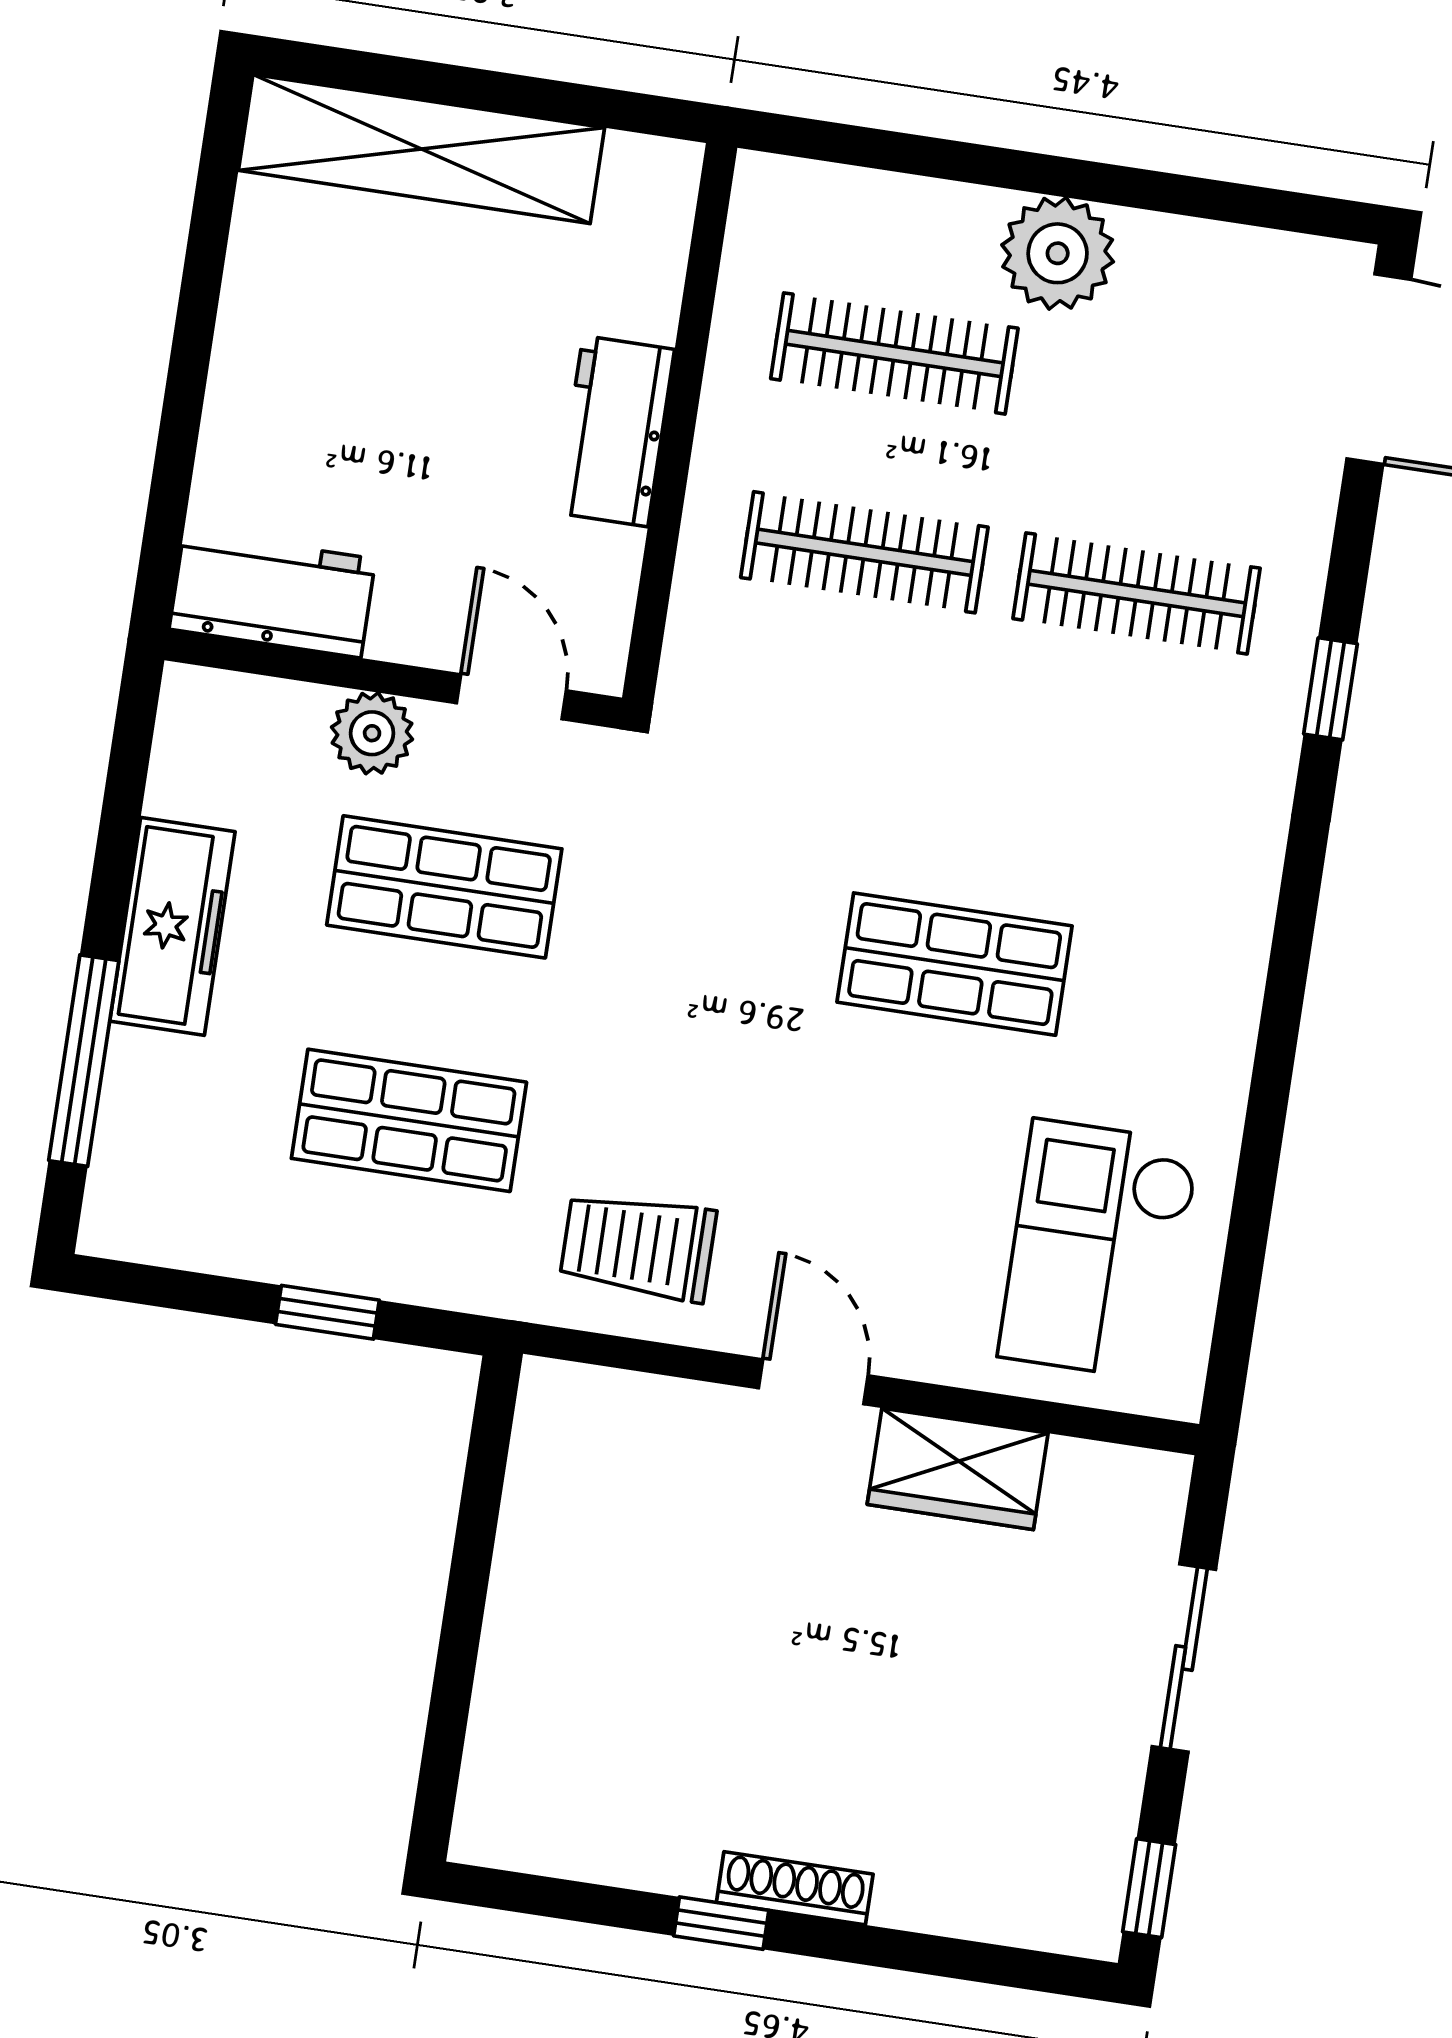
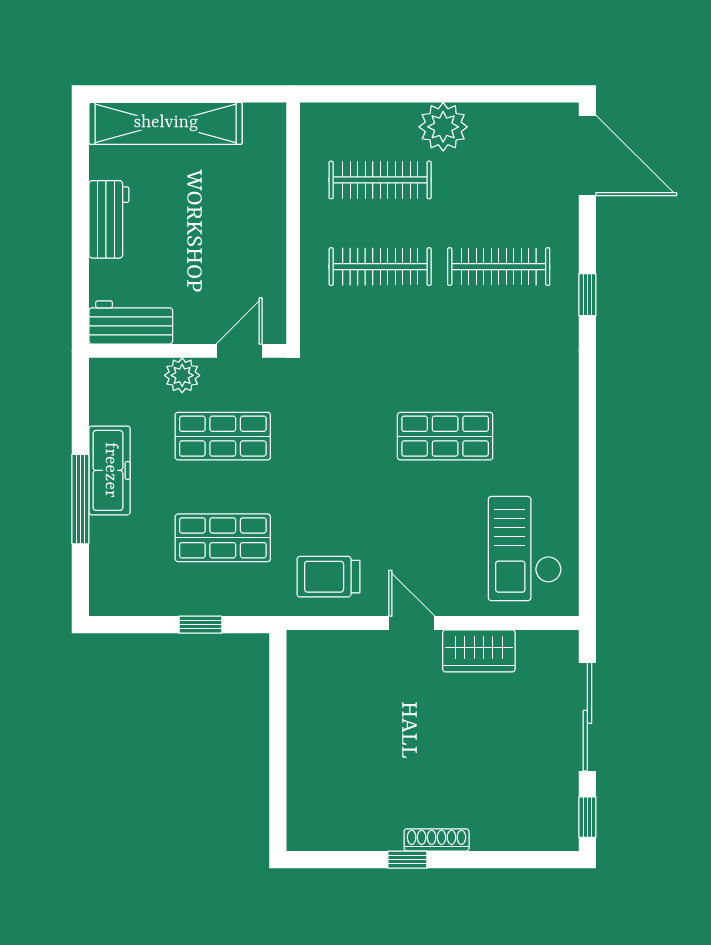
workbench: (615, 431) -> (109, 219), moved, turned 180
door: (511, 697) -> (239, 351), hinge flipped
window: (84, 1061) -> (80, 499), moved
sliding door: (1184, 1658) -> (587, 717), width x1.37

